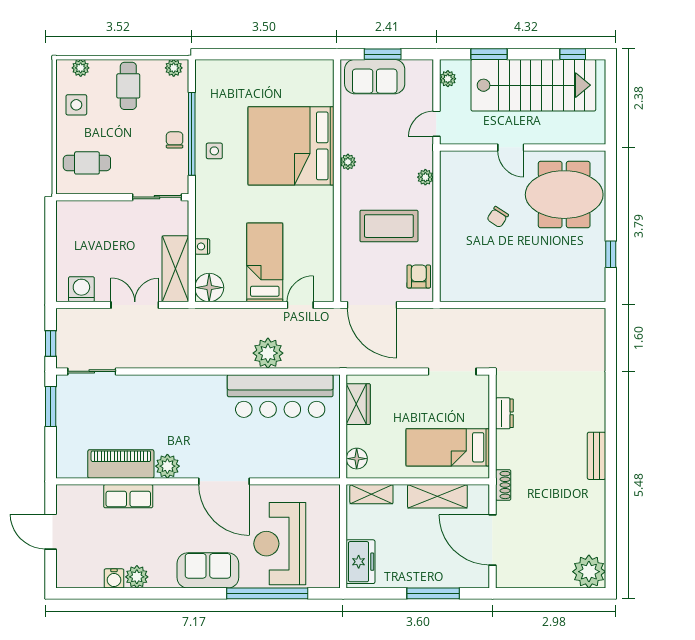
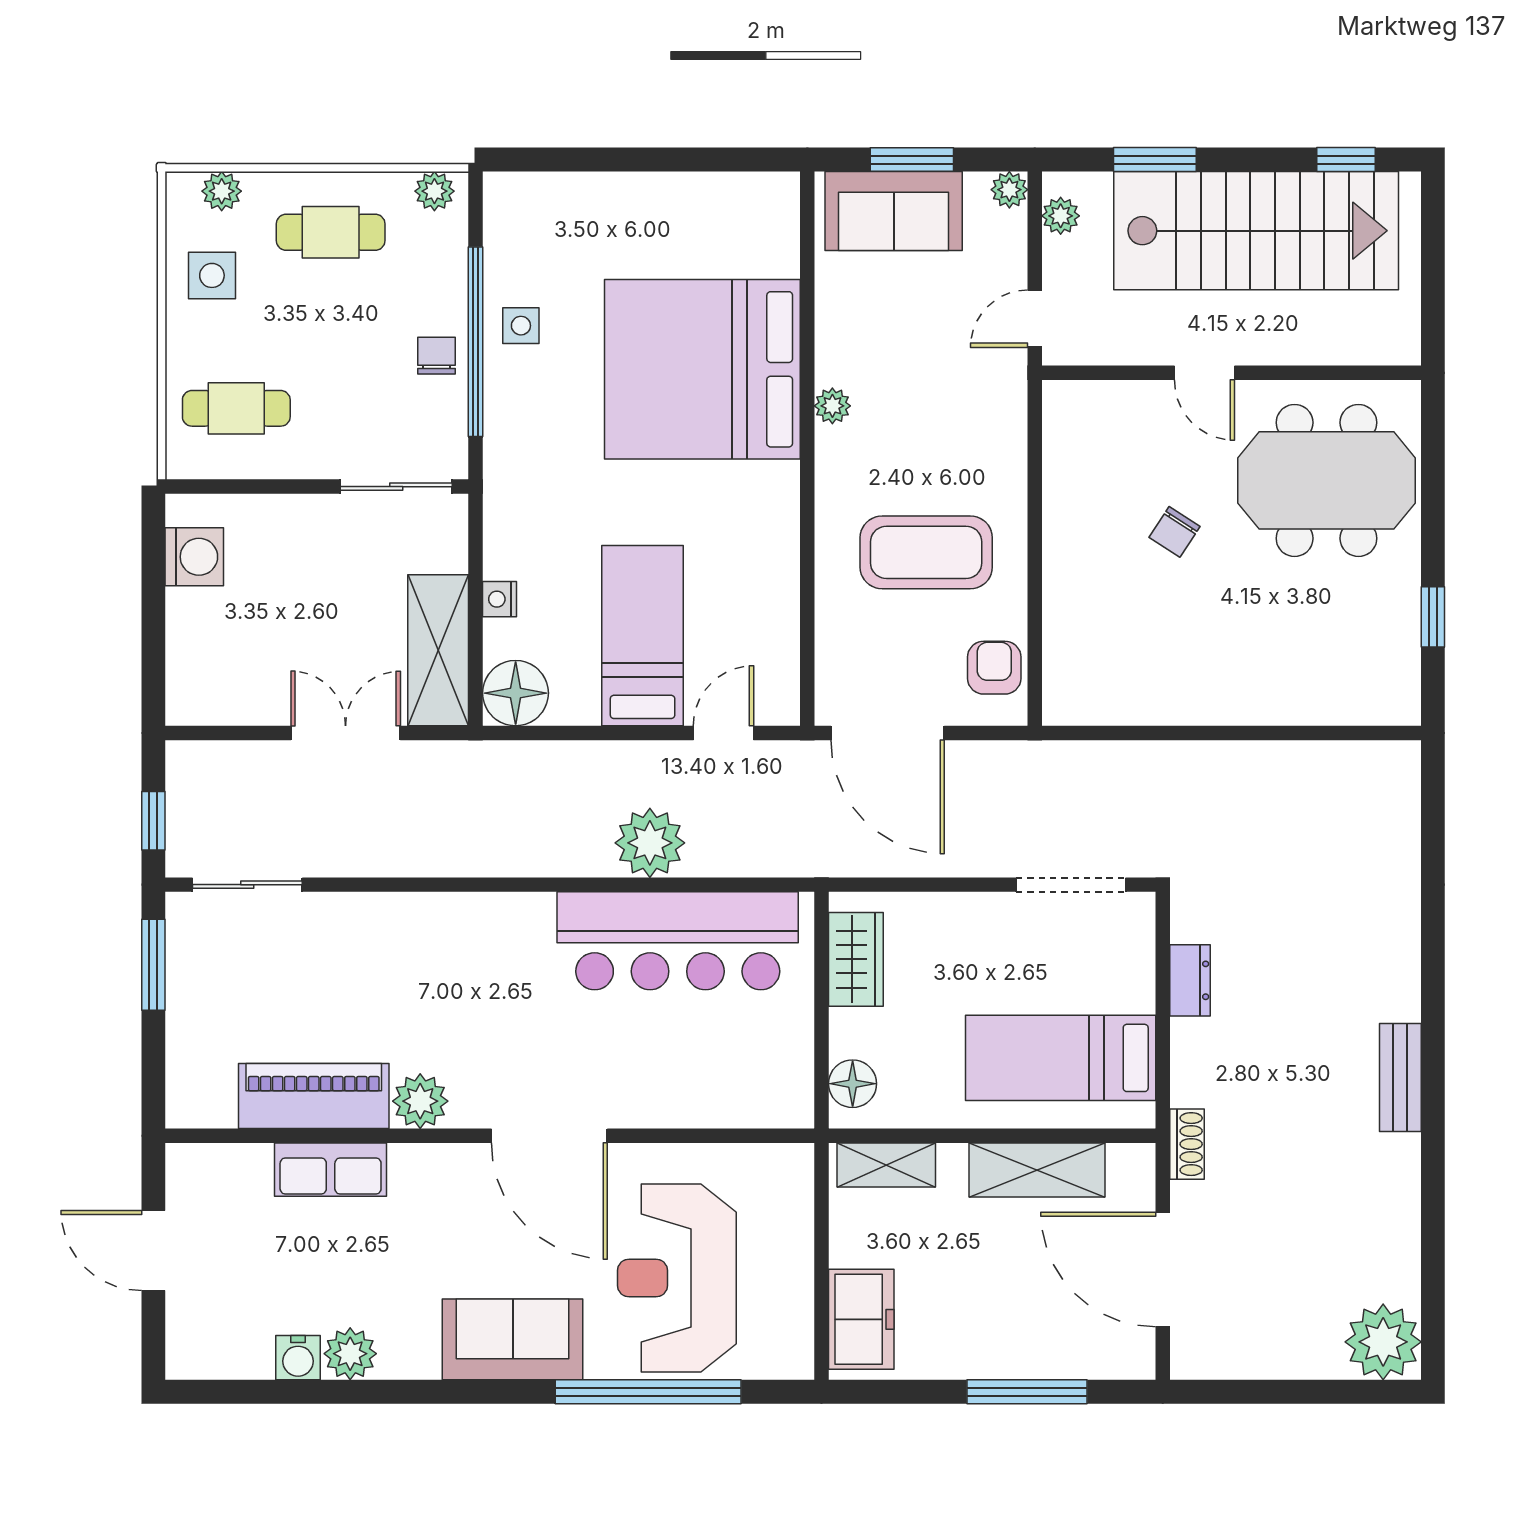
cafe table: (128, 86) -> (331, 232), turned 90
side table: (214, 151) -> (521, 326), moved
plant: (425, 177) -> (1009, 190), moved
washing machine: (81, 289) -> (194, 557), moved, turned 90

